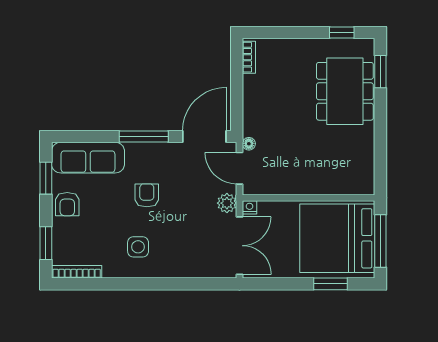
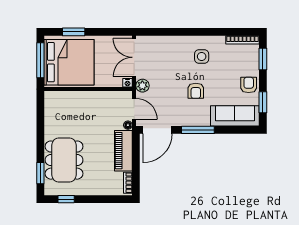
piano: (256, 105) -> (123, 151), added

